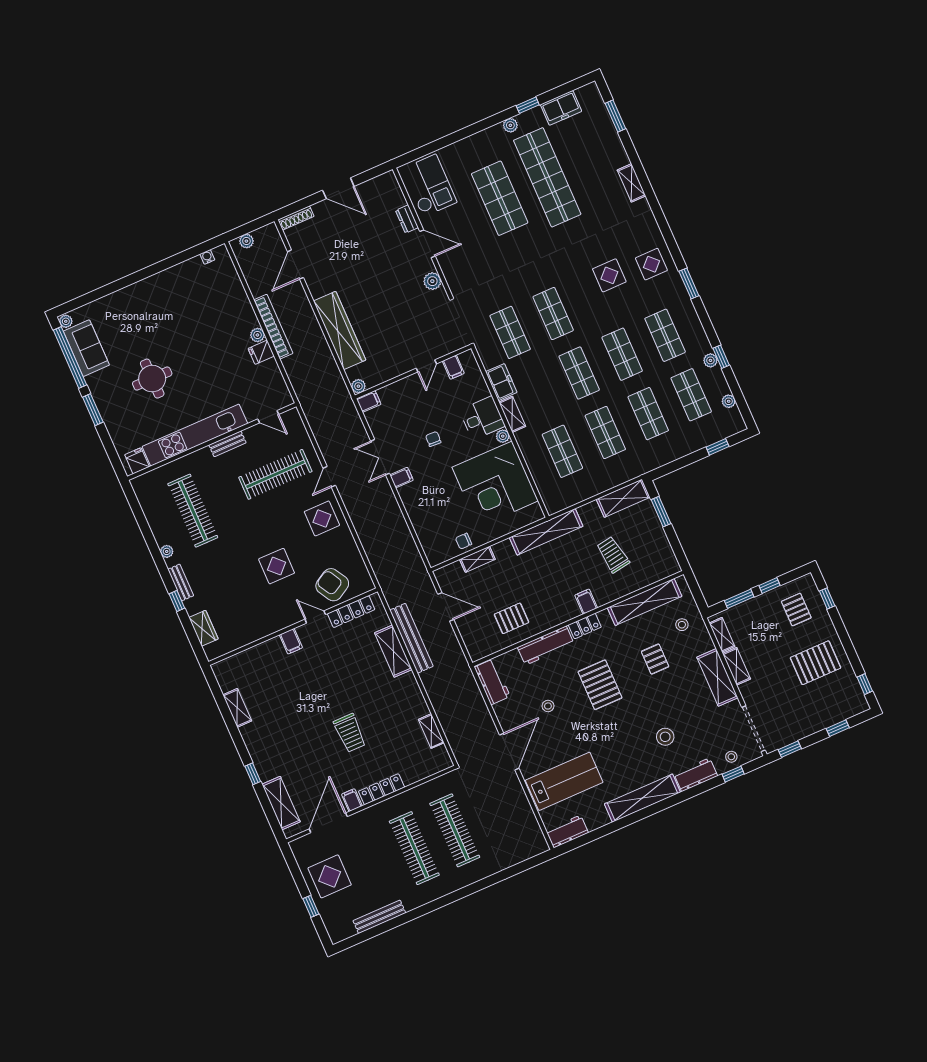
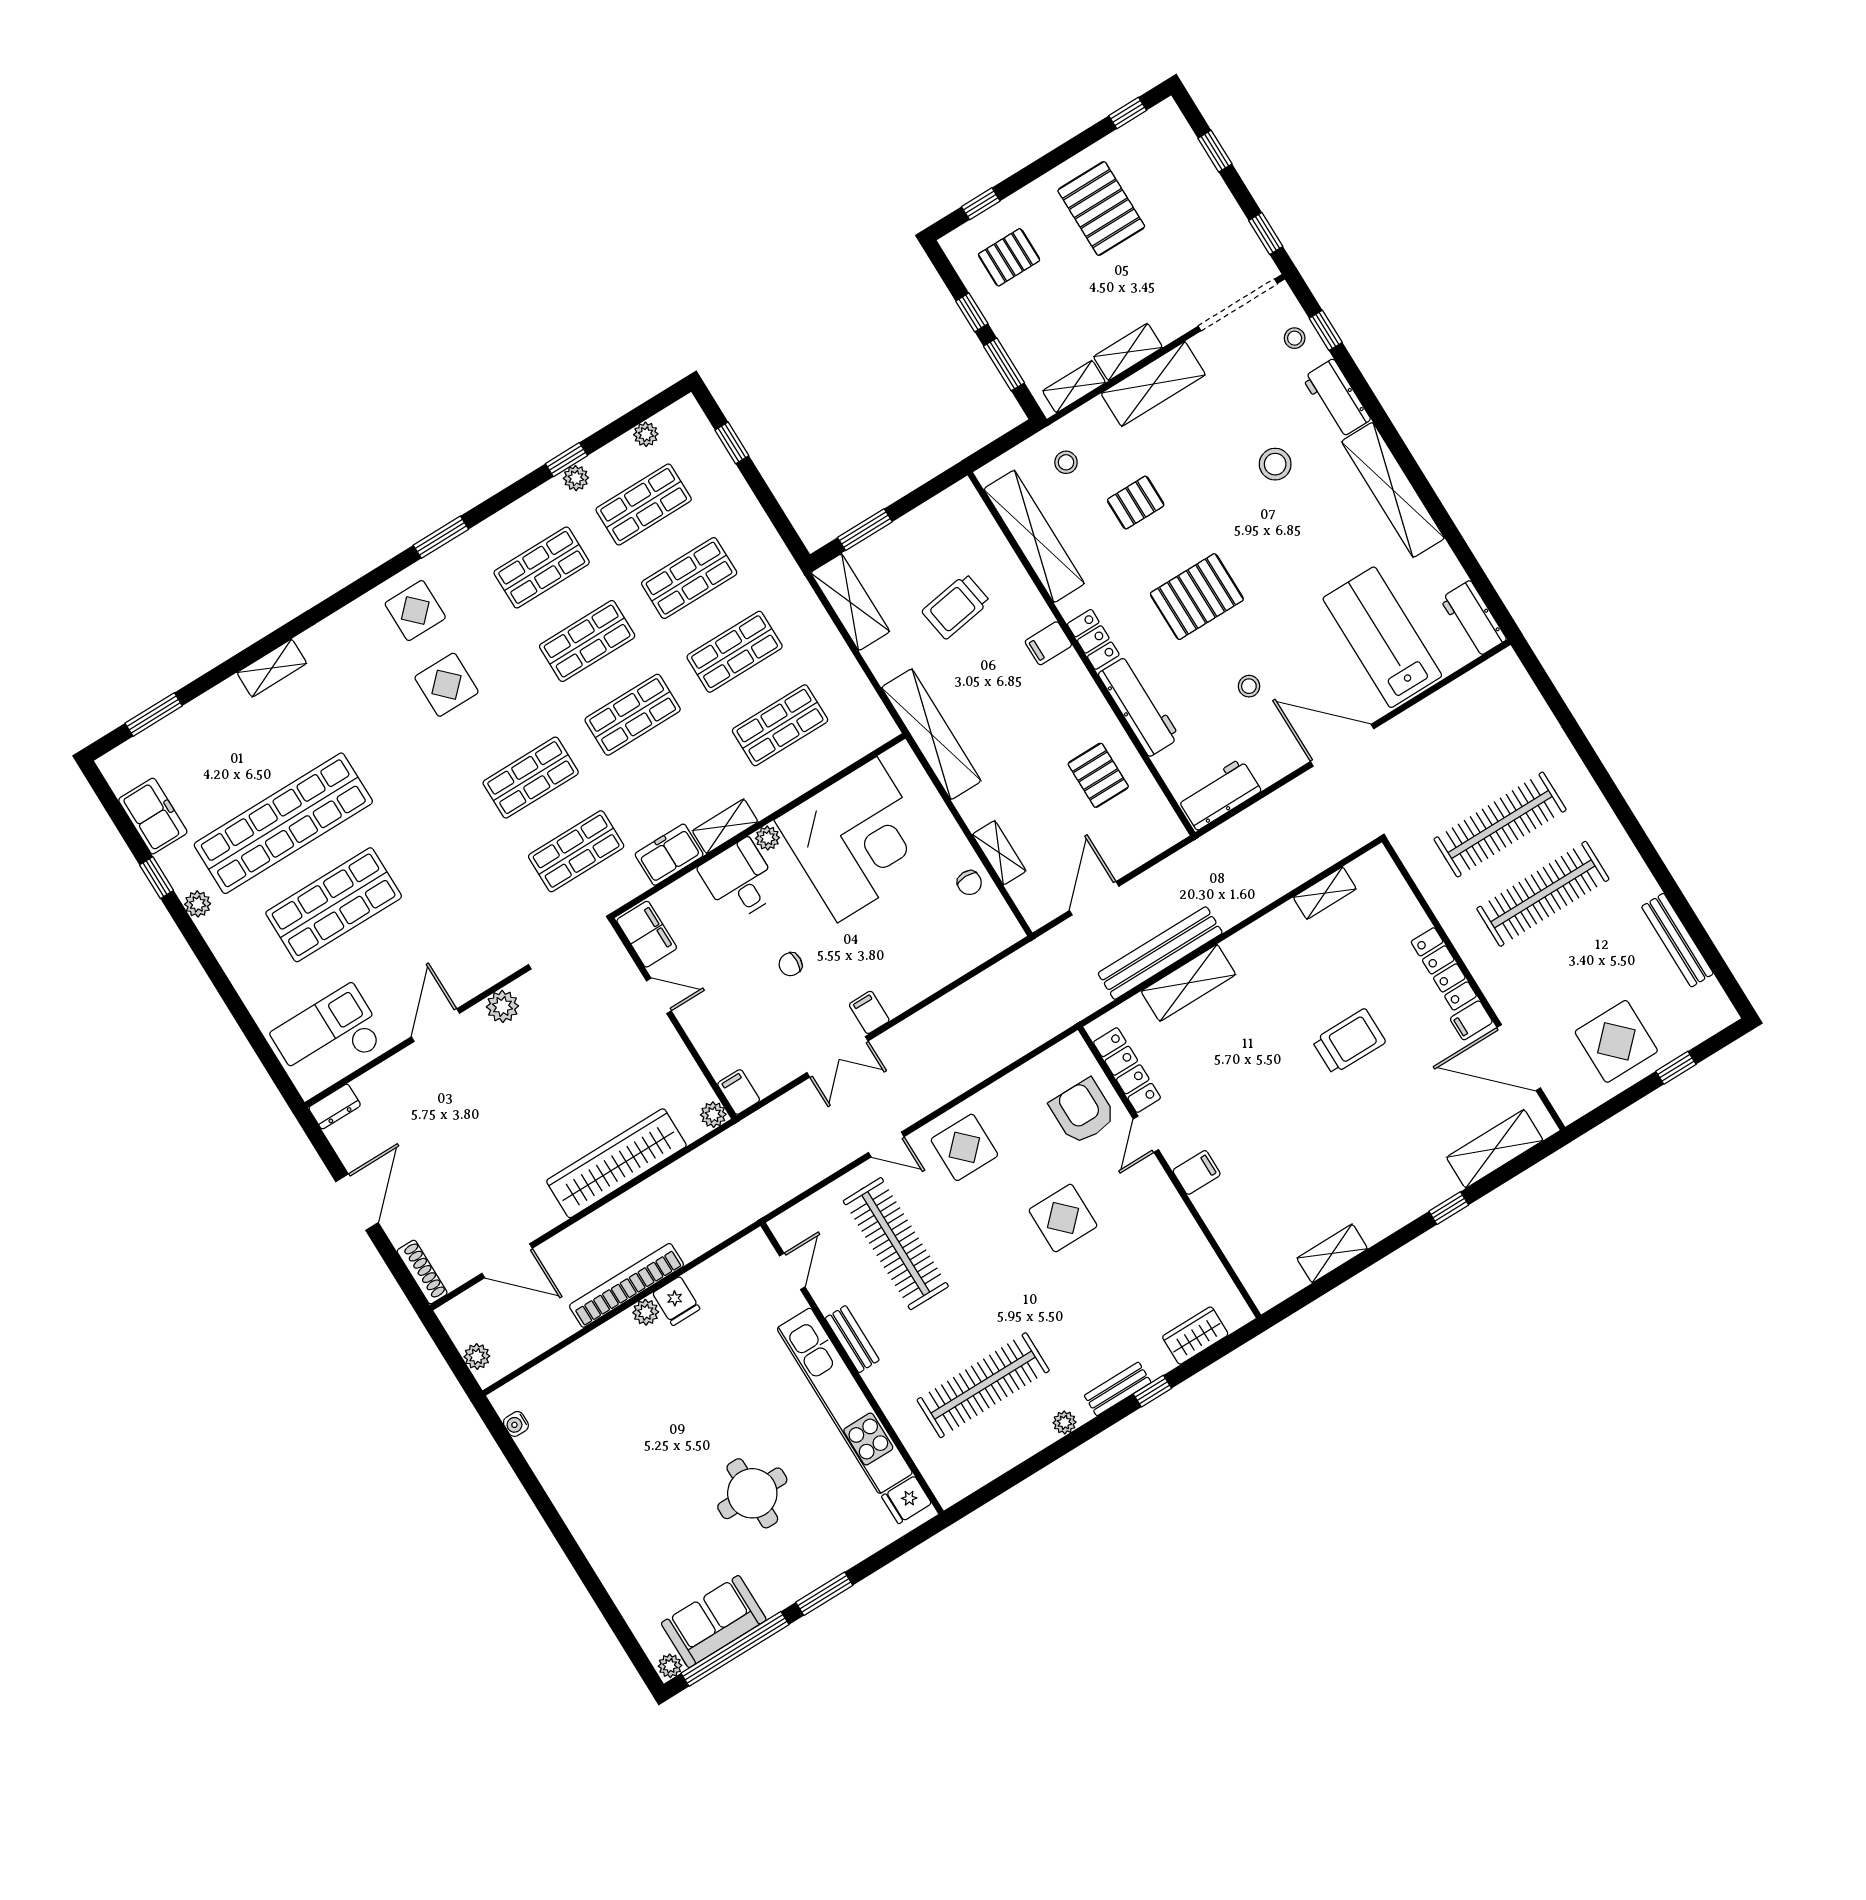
dresser: (407, 219) -> (335, 1106), moved
filing cabinet: (453, 367) -> (647, 934), width x2.00
armchair: (332, 585) -> (1083, 1112), turned 120

